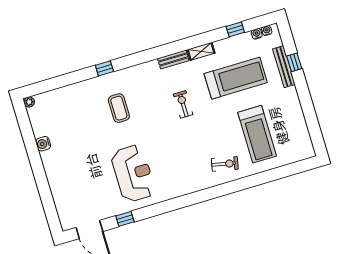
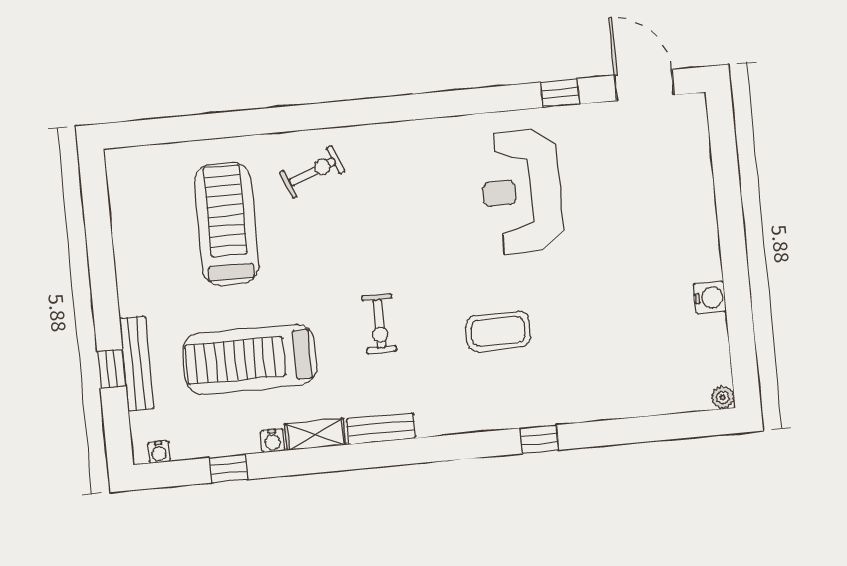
water cooler: (257, 34) -> (273, 441), moved
coffee table: (119, 108) -> (498, 331), moved, turned 90
exercise bike: (225, 164) -> (312, 172), turned 146

